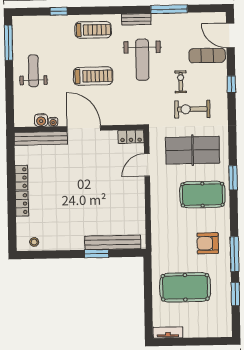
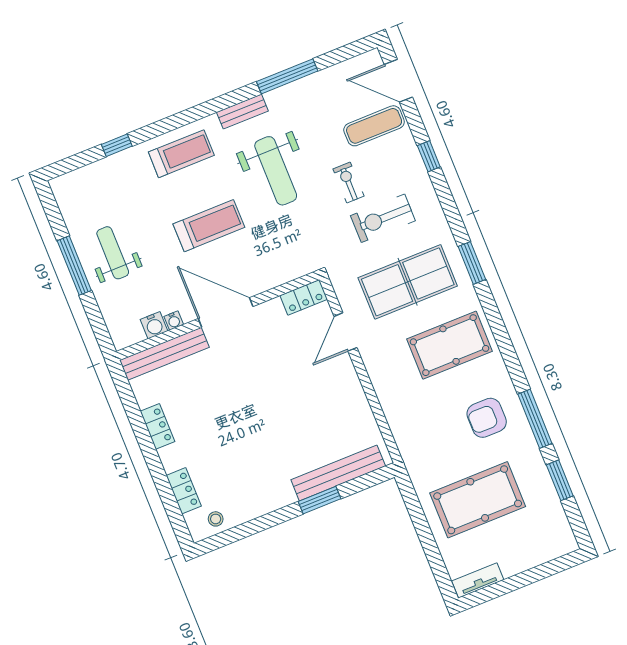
window: (9, 43) -> (74, 266), moved
window: (233, 178) -> (472, 263), moved
locker: (22, 204) -> (184, 491), moved

